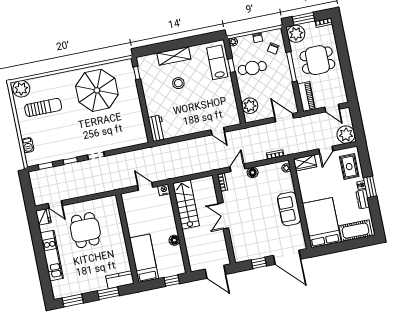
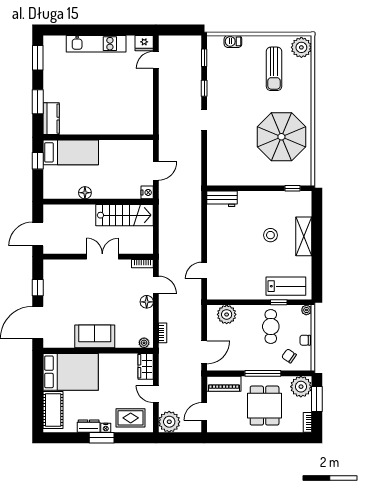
dining table: (85, 230) -> (118, 89), removed
window: (172, 281) -> (38, 161), moved

